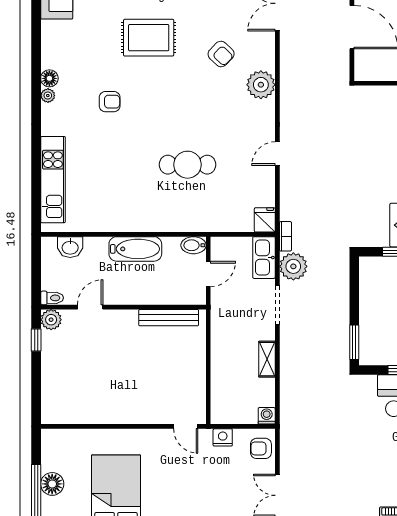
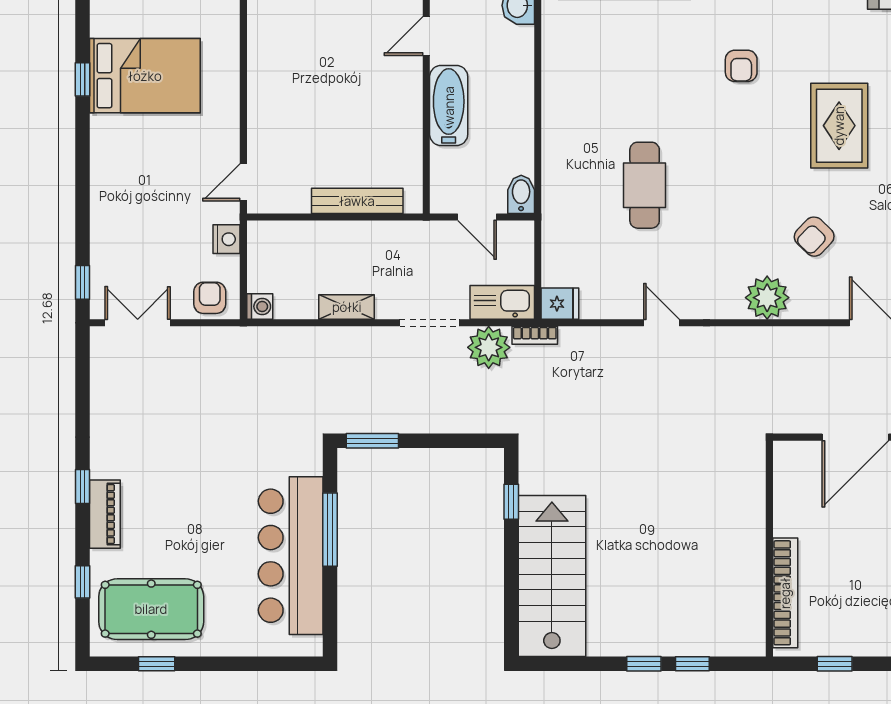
bathtub: (135, 249) -> (449, 106), moved, turned 180
door: (90, 307) -> (426, 36), swing flipped
bench: (169, 318) -> (357, 201), moved, turned 90

